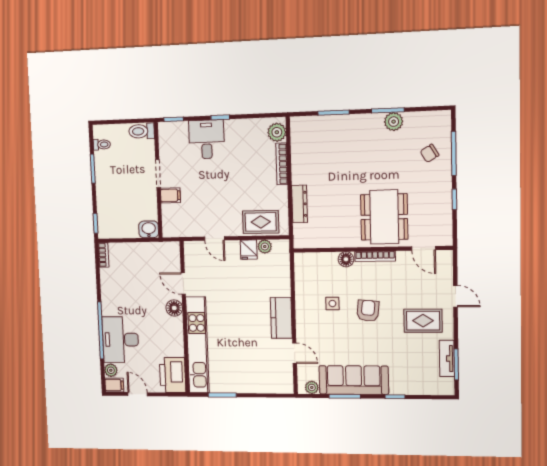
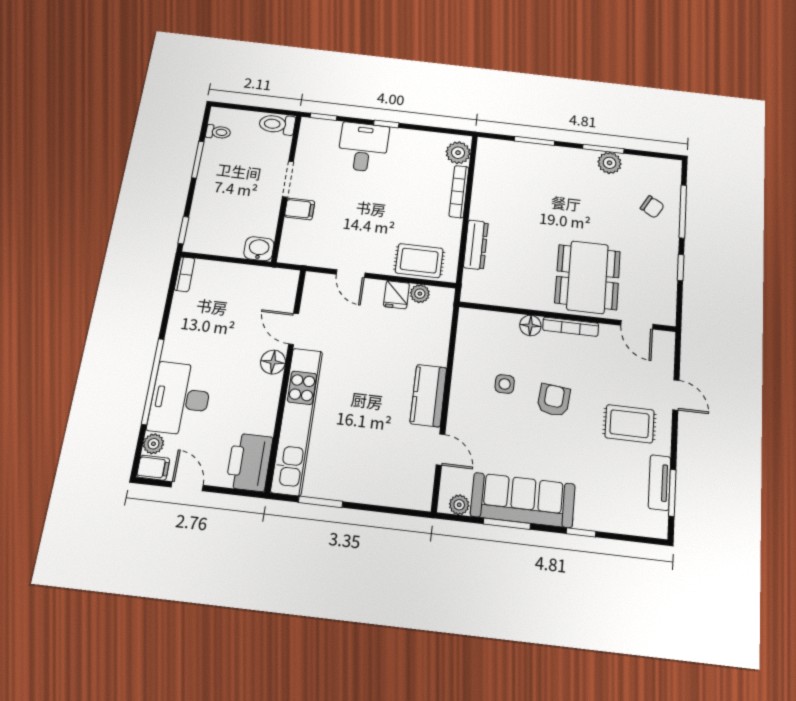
chair: (430, 153) -> (652, 207), turned -119

